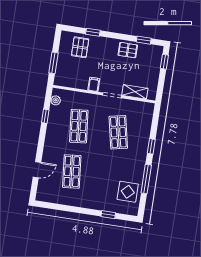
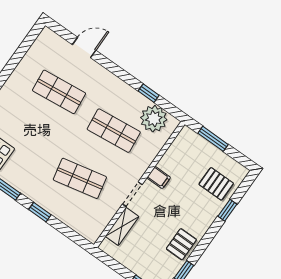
plant: (56, 100) -> (154, 119), width x1.88, depth x1.88
door: (37, 170) -> (84, 47), swing flipped

